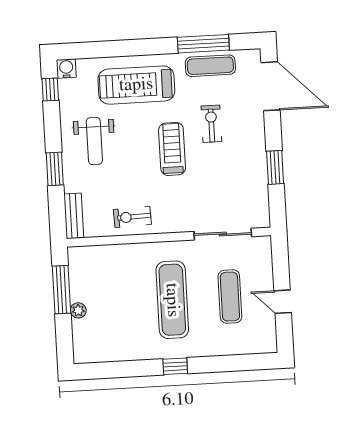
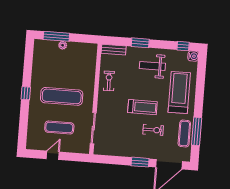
window: (275, 167) -> (140, 162), moved
window: (62, 290) -> (56, 36), moved

